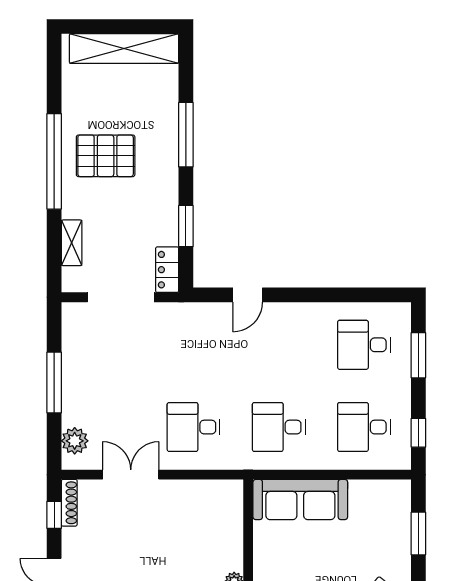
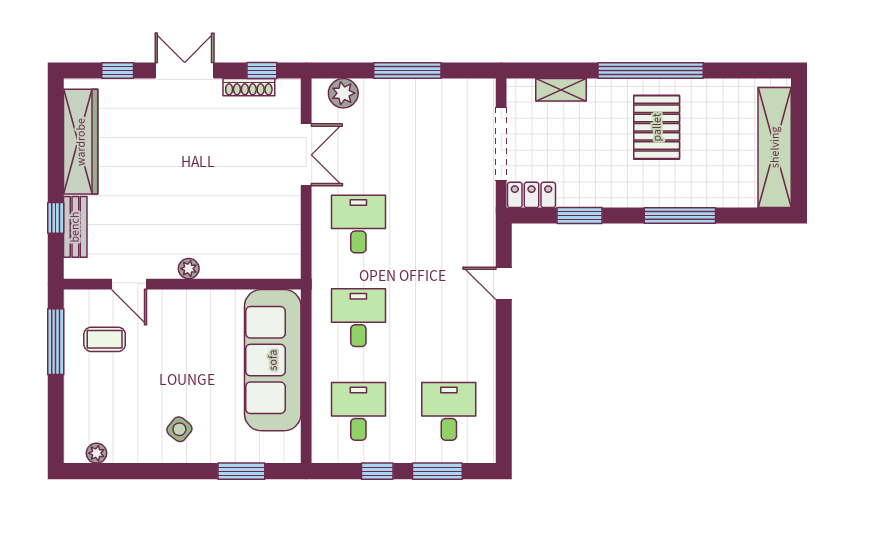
window: (418, 433) -> (377, 471), moved
sofa: (300, 500) -> (273, 360), width x1.36, depth x1.27
shoe rack: (69, 503) -> (249, 87), moved

